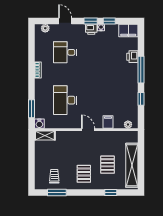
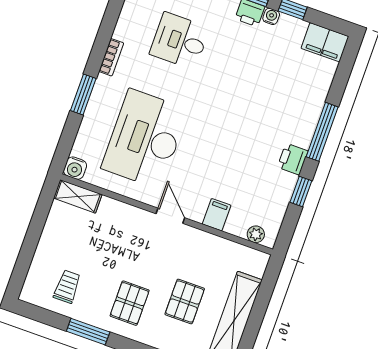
printer: (132, 57) -> (293, 159), moved
desk: (65, 100) -> (145, 139), width x1.36, depth x1.30
window: (32, 109) -> (83, 94), moved
window: (57, 193) -> (88, 332), moved

